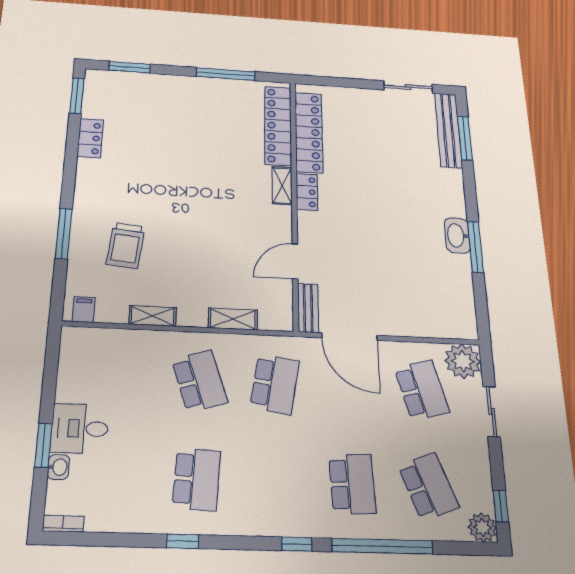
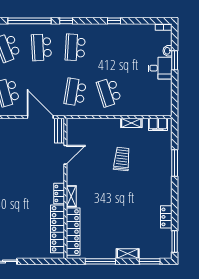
trolley: (126, 246) -> (122, 159), moved
filing cabinet: (84, 310) -> (158, 124), width x2.00
shelving: (233, 319) -> (128, 254), moved
school desk: (197, 479) -> (75, 47), moved

